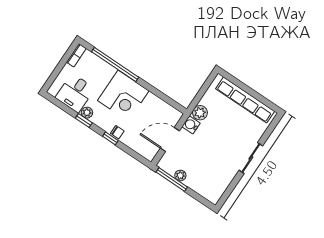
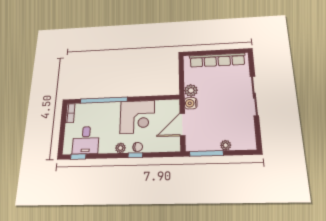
corner desk: (123, 96) -> (137, 117), moved
plant: (87, 113) -> (120, 148), moved
window: (84, 120) -> (78, 157), moved
sliding door: (251, 158) -> (254, 96), width x1.37
plant: (180, 175) -> (226, 145), moved

